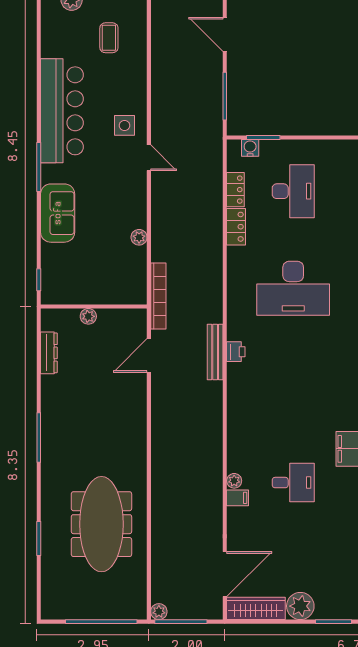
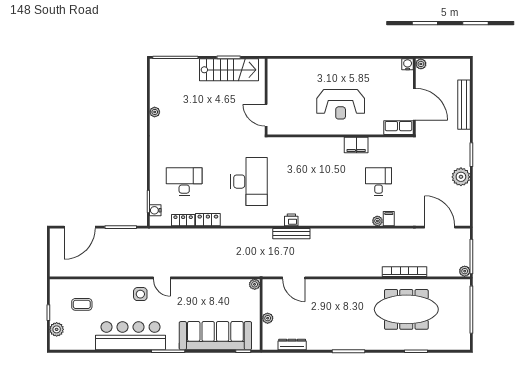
door: (225, 34) -> (80, 227), width x1.36
door: (149, 158) -> (162, 278), swing flipped
sofa: (58, 213) -> (215, 336), width x1.85, depth x1.27
plant: (139, 237) -> (255, 284), moved
bookcase: (158, 296) -> (405, 272), moved
wardrobe: (256, 608) -> (463, 206), removed

